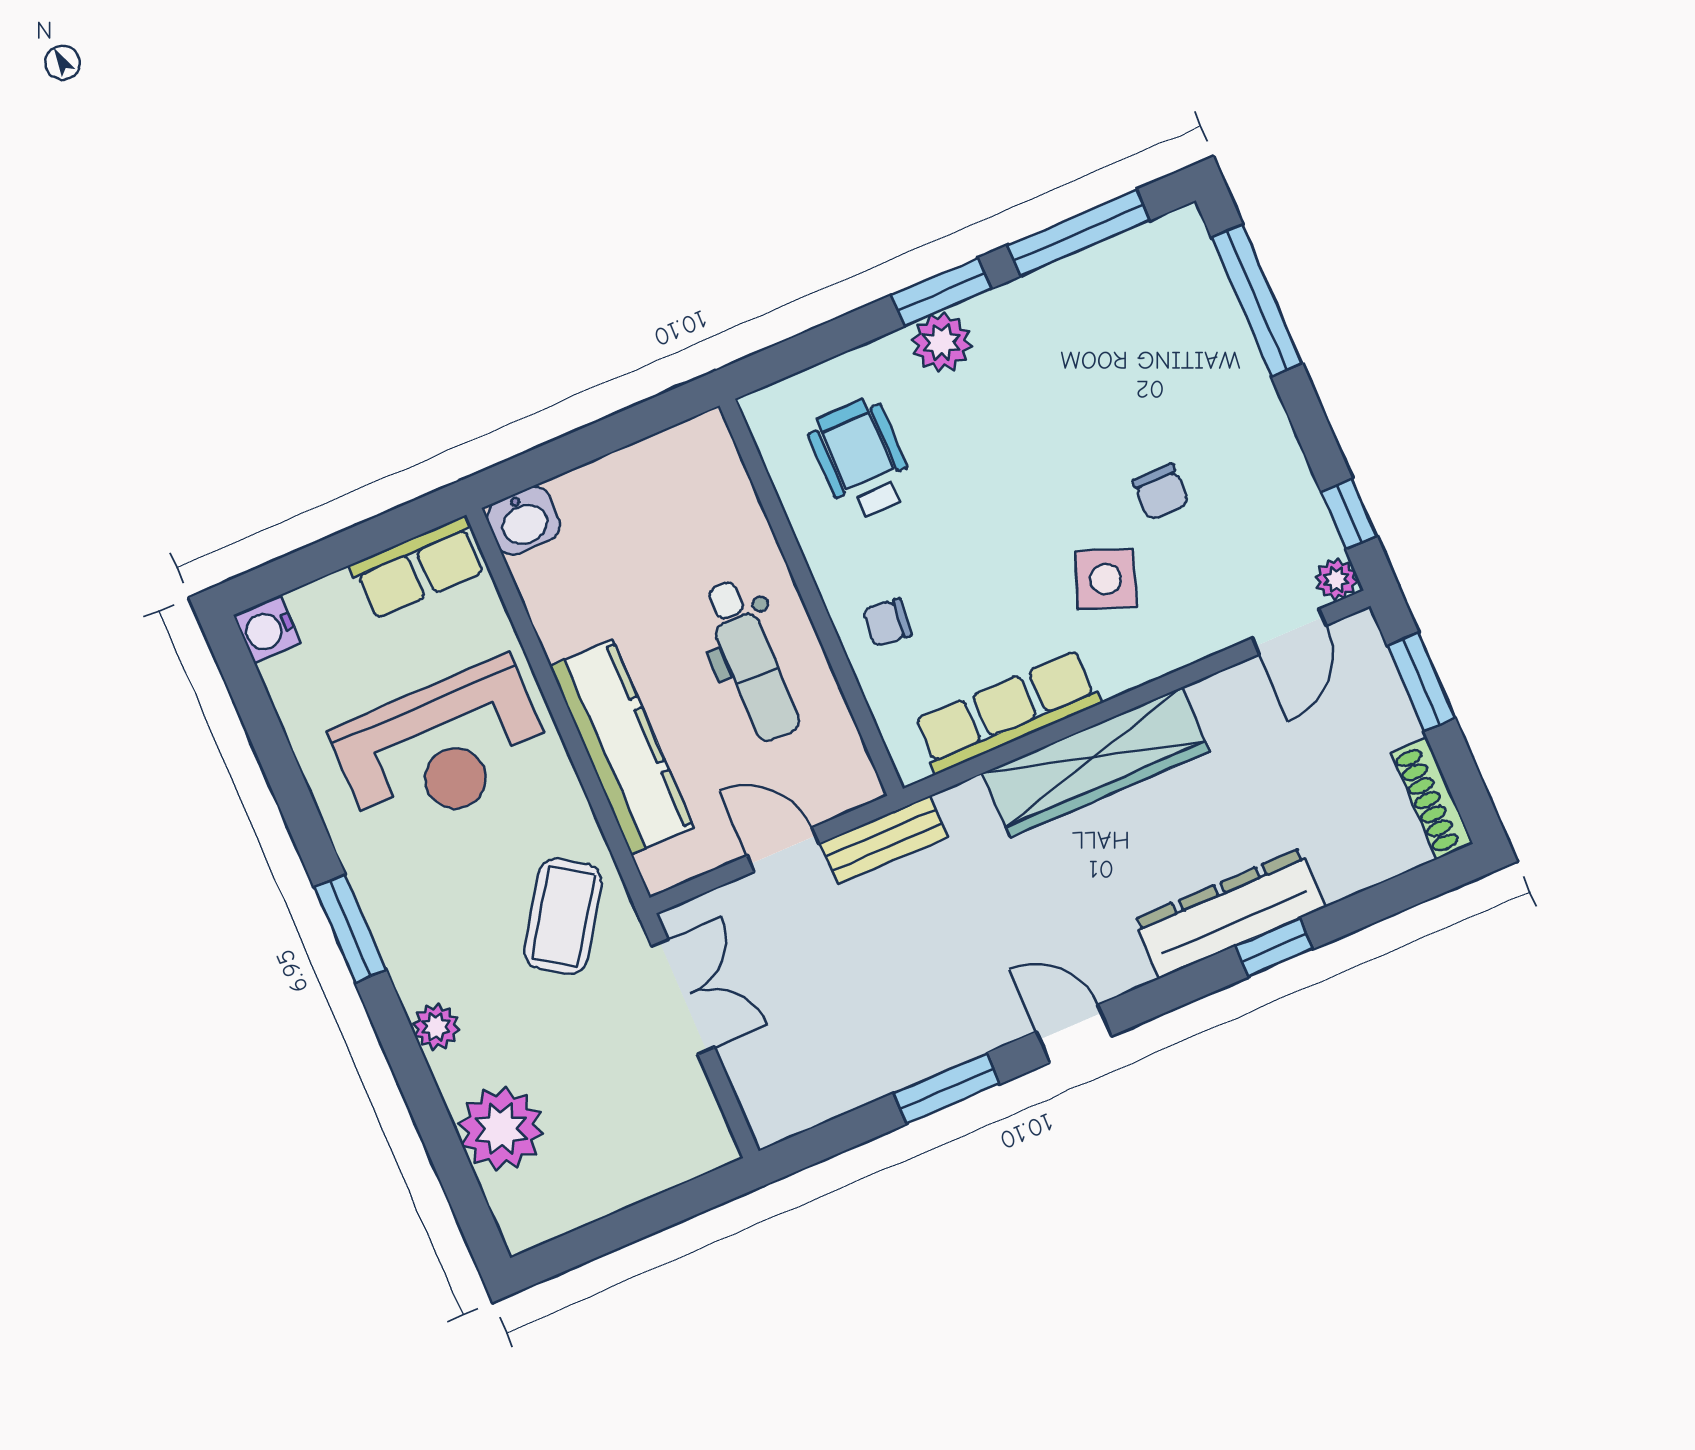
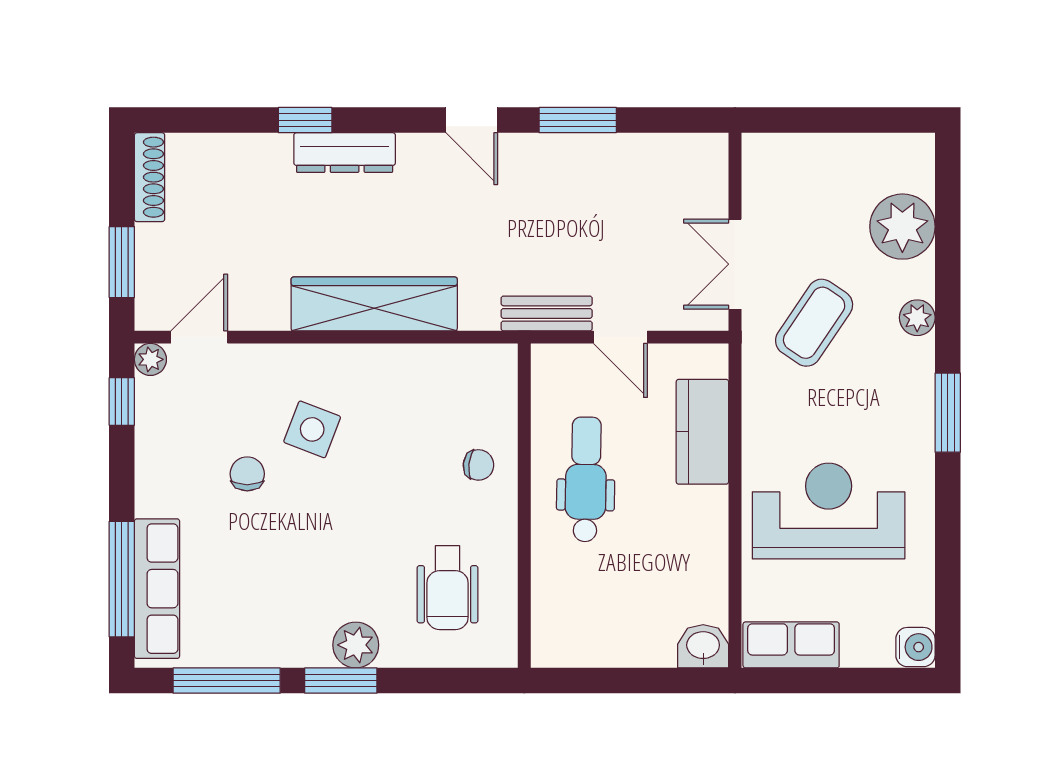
row of seats: (1007, 712) -> (157, 589), moved, turned -90
kitchen counter: (622, 747) -> (702, 432), width x0.67
dresser: (1230, 913) -> (345, 153), width x0.73, depth x0.80
coffee table: (563, 916) -> (814, 323), moved

